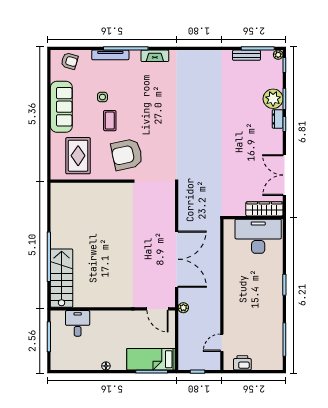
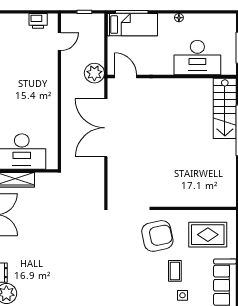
rug: (78, 156) -> (208, 235), turned 90
plant: (183, 308) -> (94, 73), width x1.87, depth x1.87
desk: (78, 323) -> (197, 58), width x1.87, depth x1.30

